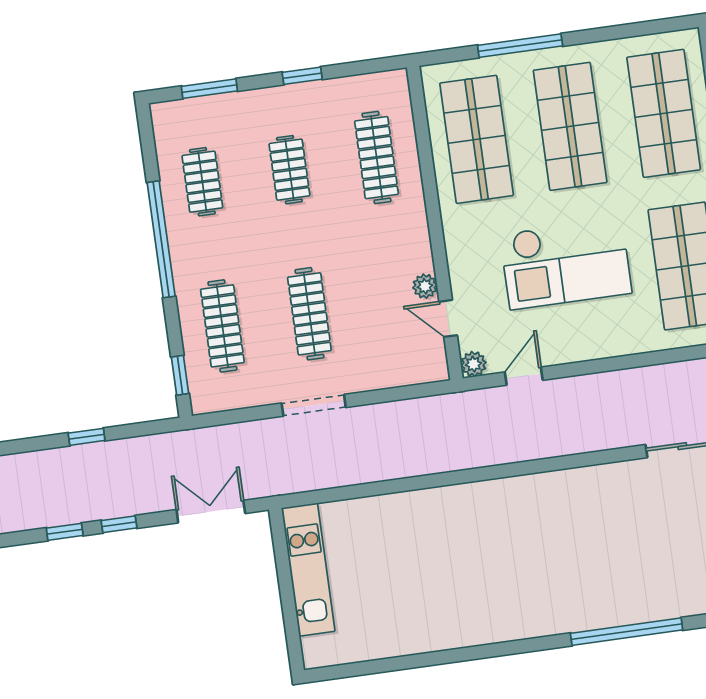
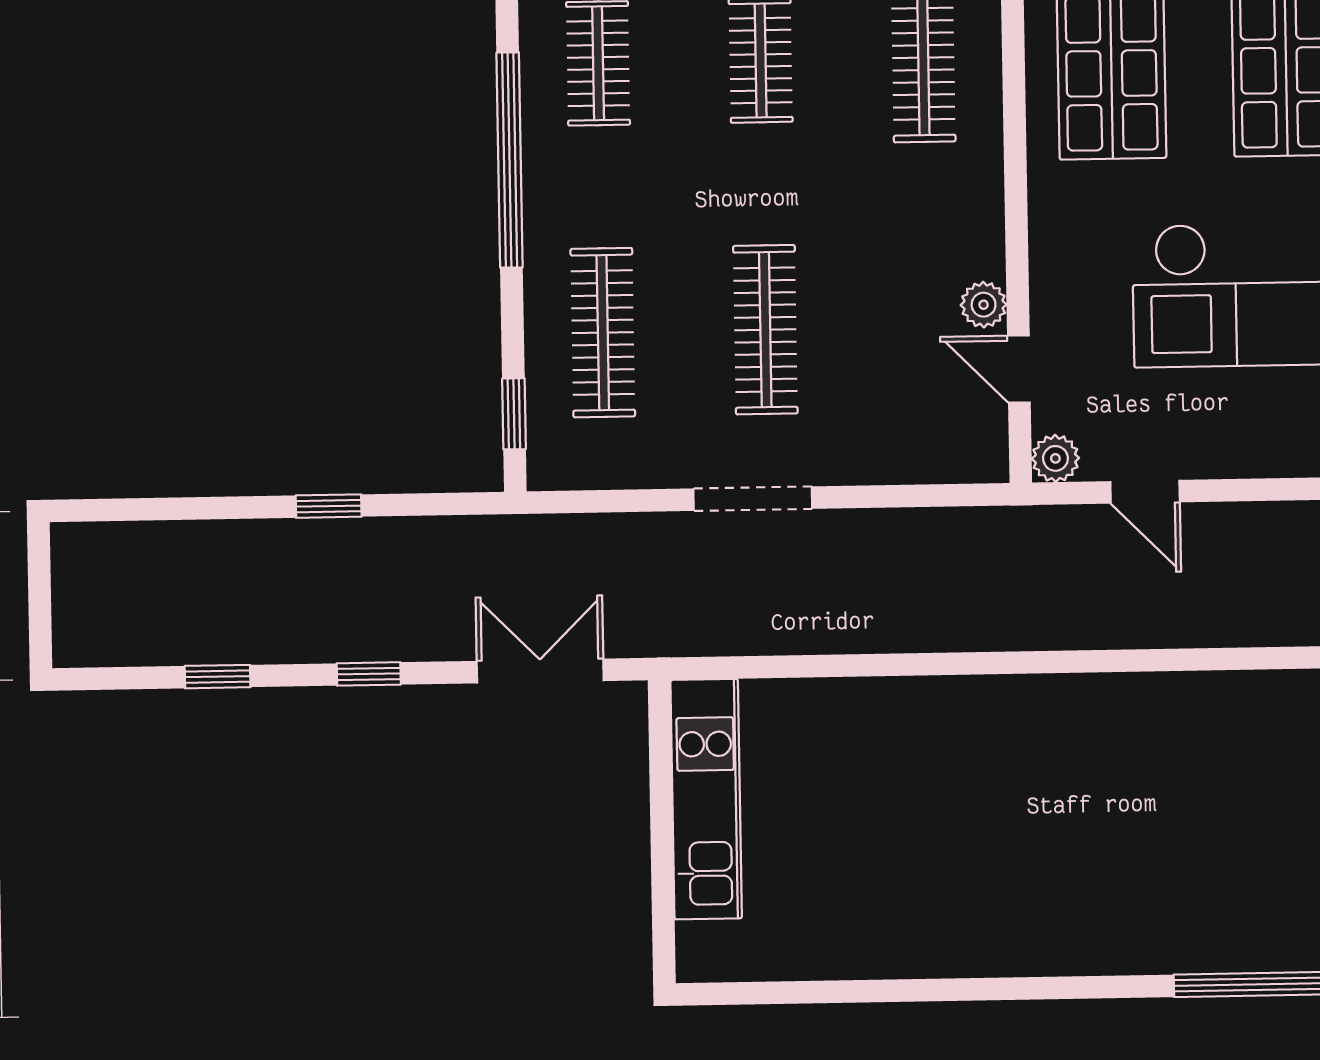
door: (524, 376) -> (1145, 492), swing flipped
window: (65, 532) -> (218, 677), moved

